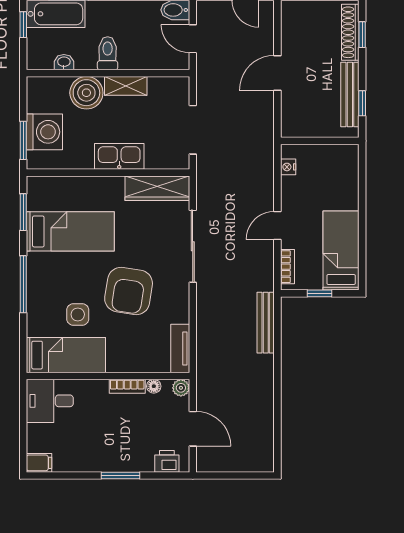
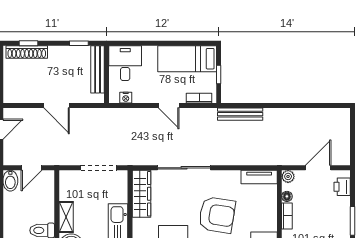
bench: (350, 95) -> (98, 69), moved, turned 90
desk: (335, 166) -> (125, 63), added

